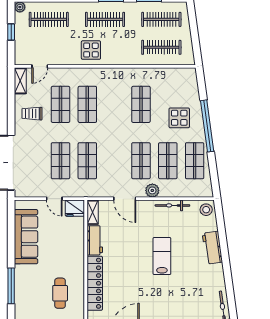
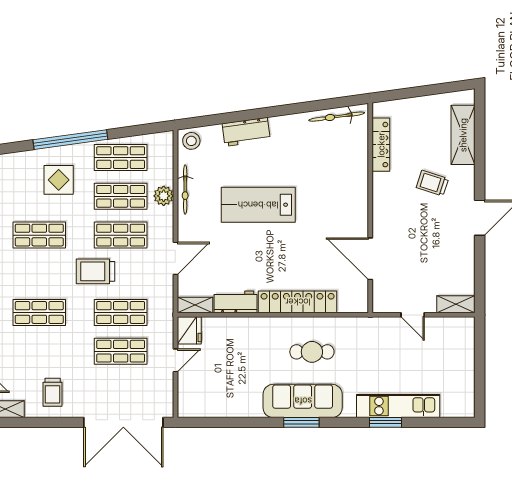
shop shelf: (60, 104) -> (39, 351), removed
trolley: (116, 143) -> (95, 271), added
plant: (152, 190) -> (164, 196), moved
sofa: (26, 237) -> (303, 401), moved
lab bench: (162, 256) -> (258, 205), width x1.36, depth x1.39
window: (11, 286) -> (301, 422), width x0.69

